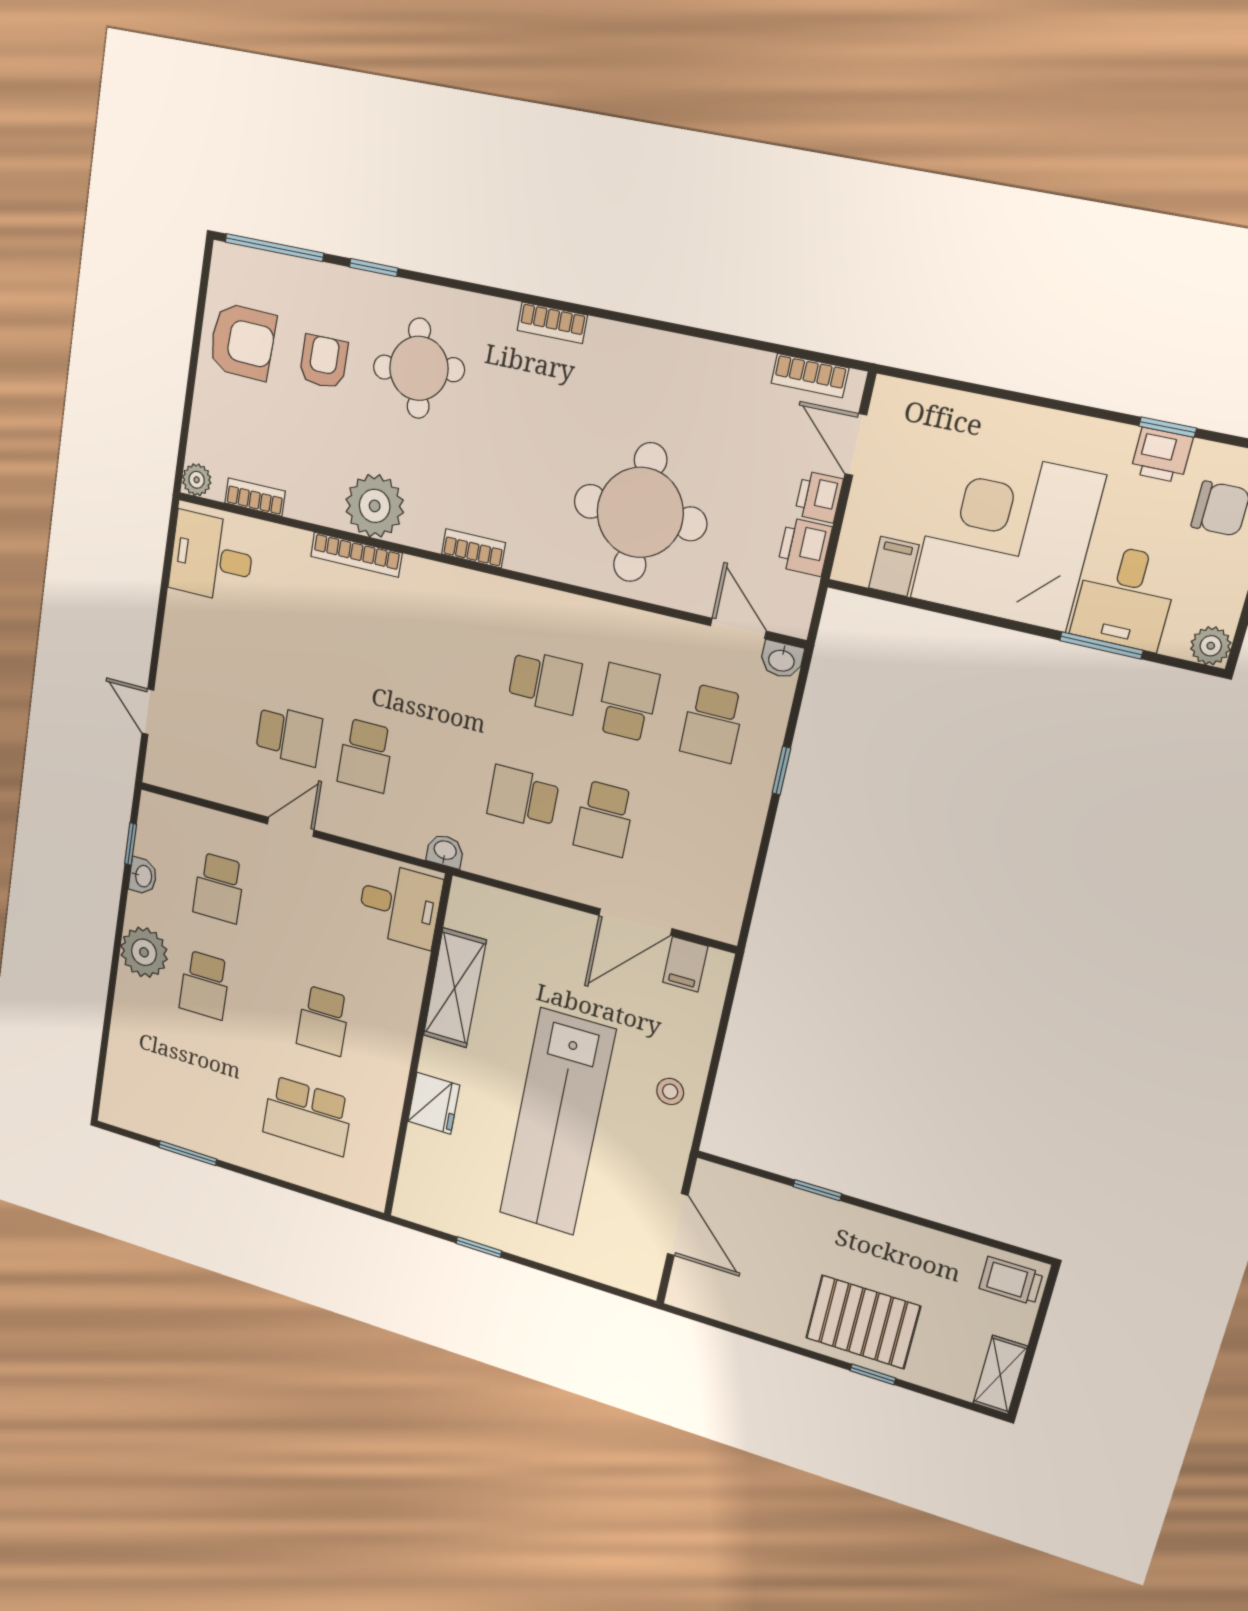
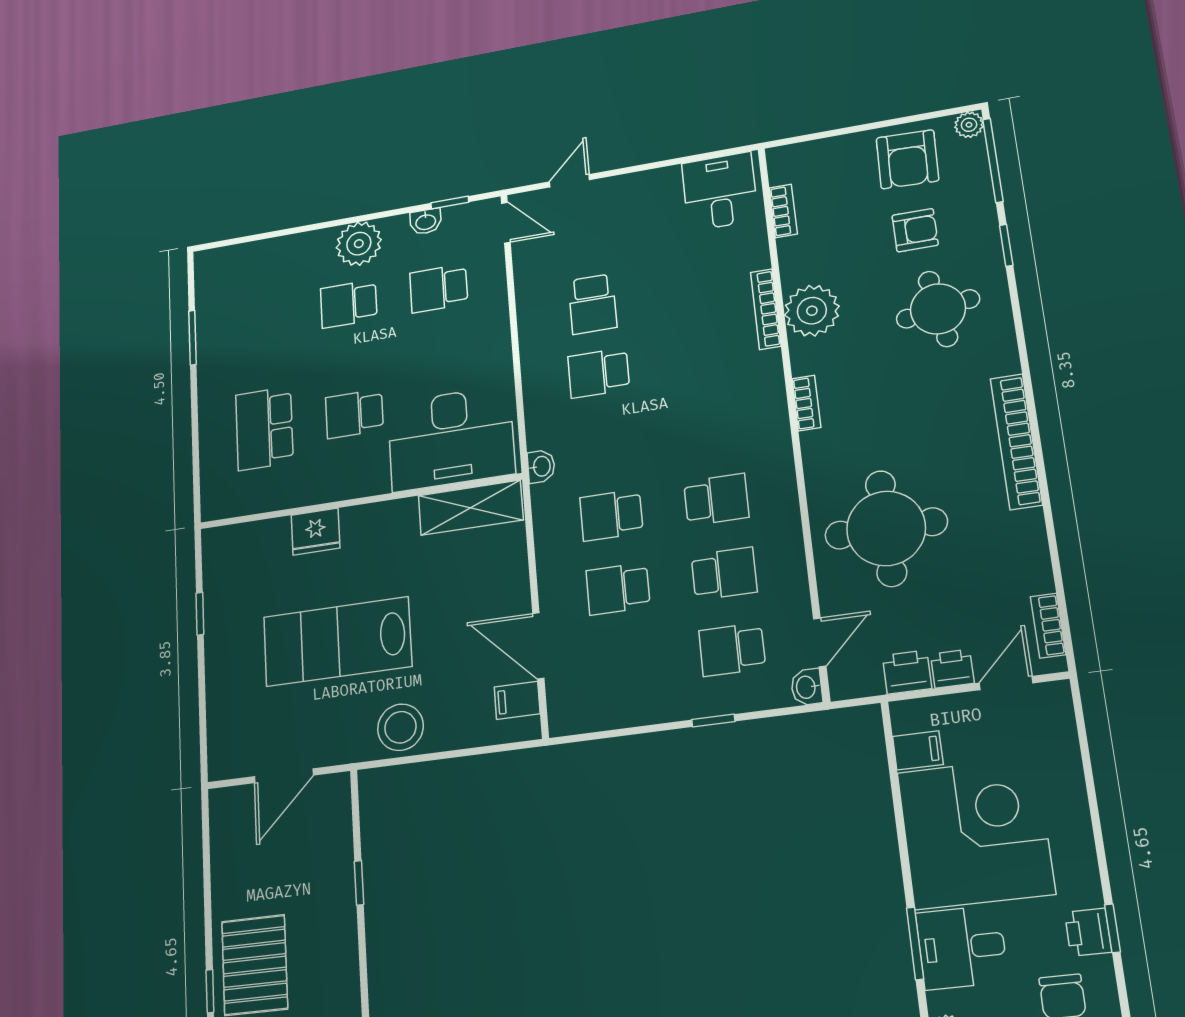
bookcase: (552, 323) -> (1016, 441), width x2.31, depth x1.31
plant: (197, 480) -> (969, 125), moved
school desk: (545, 682) -> (716, 500), turned -90
school desk: (523, 797) -> (611, 515), turned -90
door: (291, 827) -> (506, 223), moved
desk: (400, 905) -> (451, 438), width x1.87, depth x1.30
shelving: (455, 988) -> (471, 508), moved
stool: (670, 1091) -> (401, 727), width x1.89, depth x1.89
lab bench: (557, 1122) -> (337, 642), width x0.73

